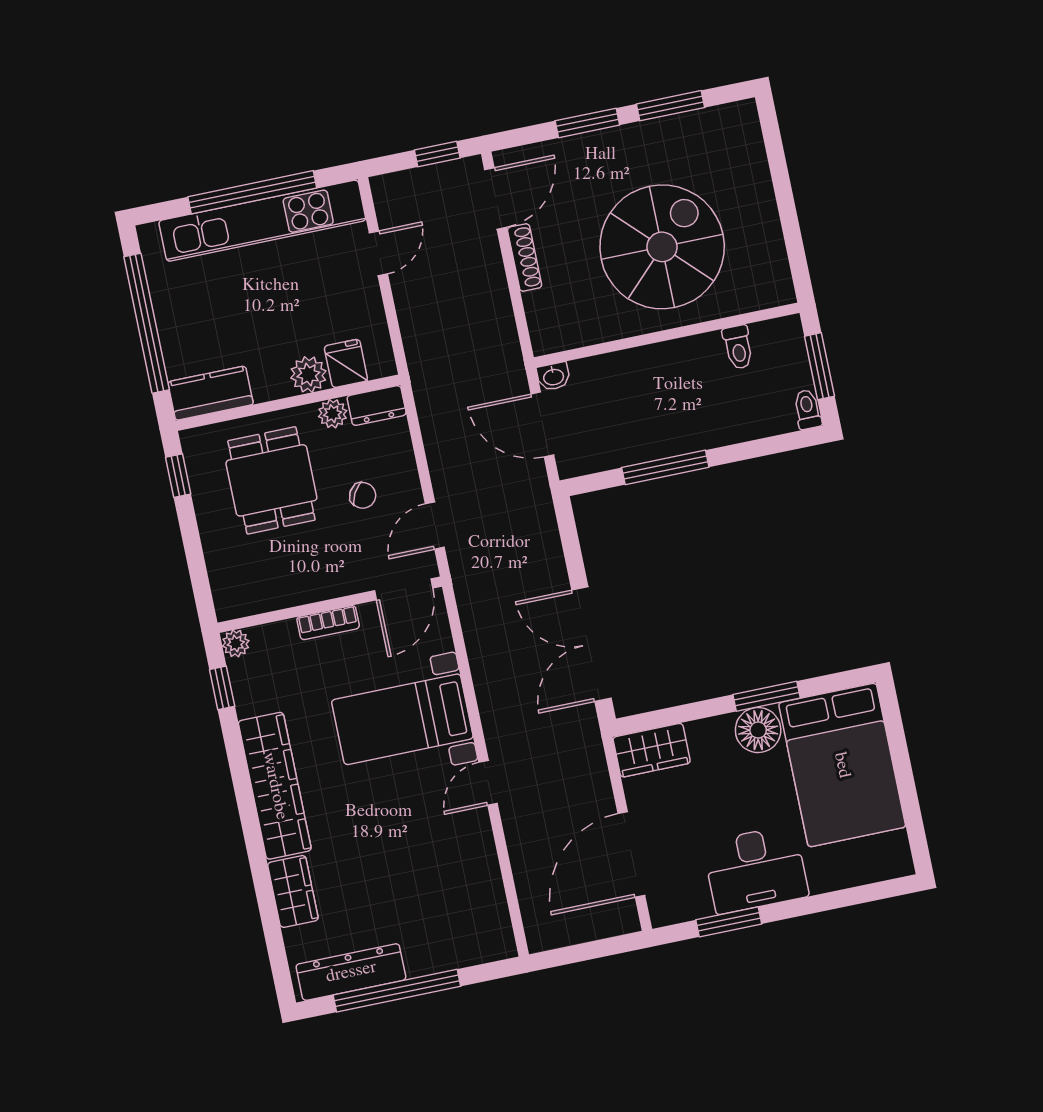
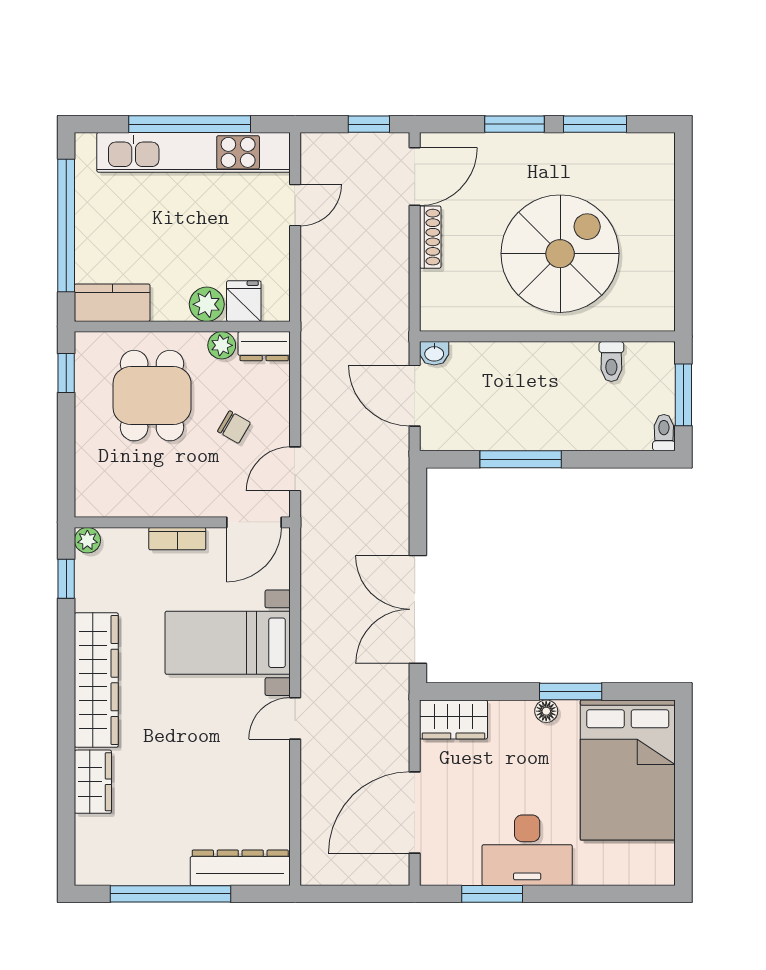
floor lamp: (758, 730) -> (546, 711), width x0.53, depth x0.53
dresser: (351, 972) -> (240, 868), moved

